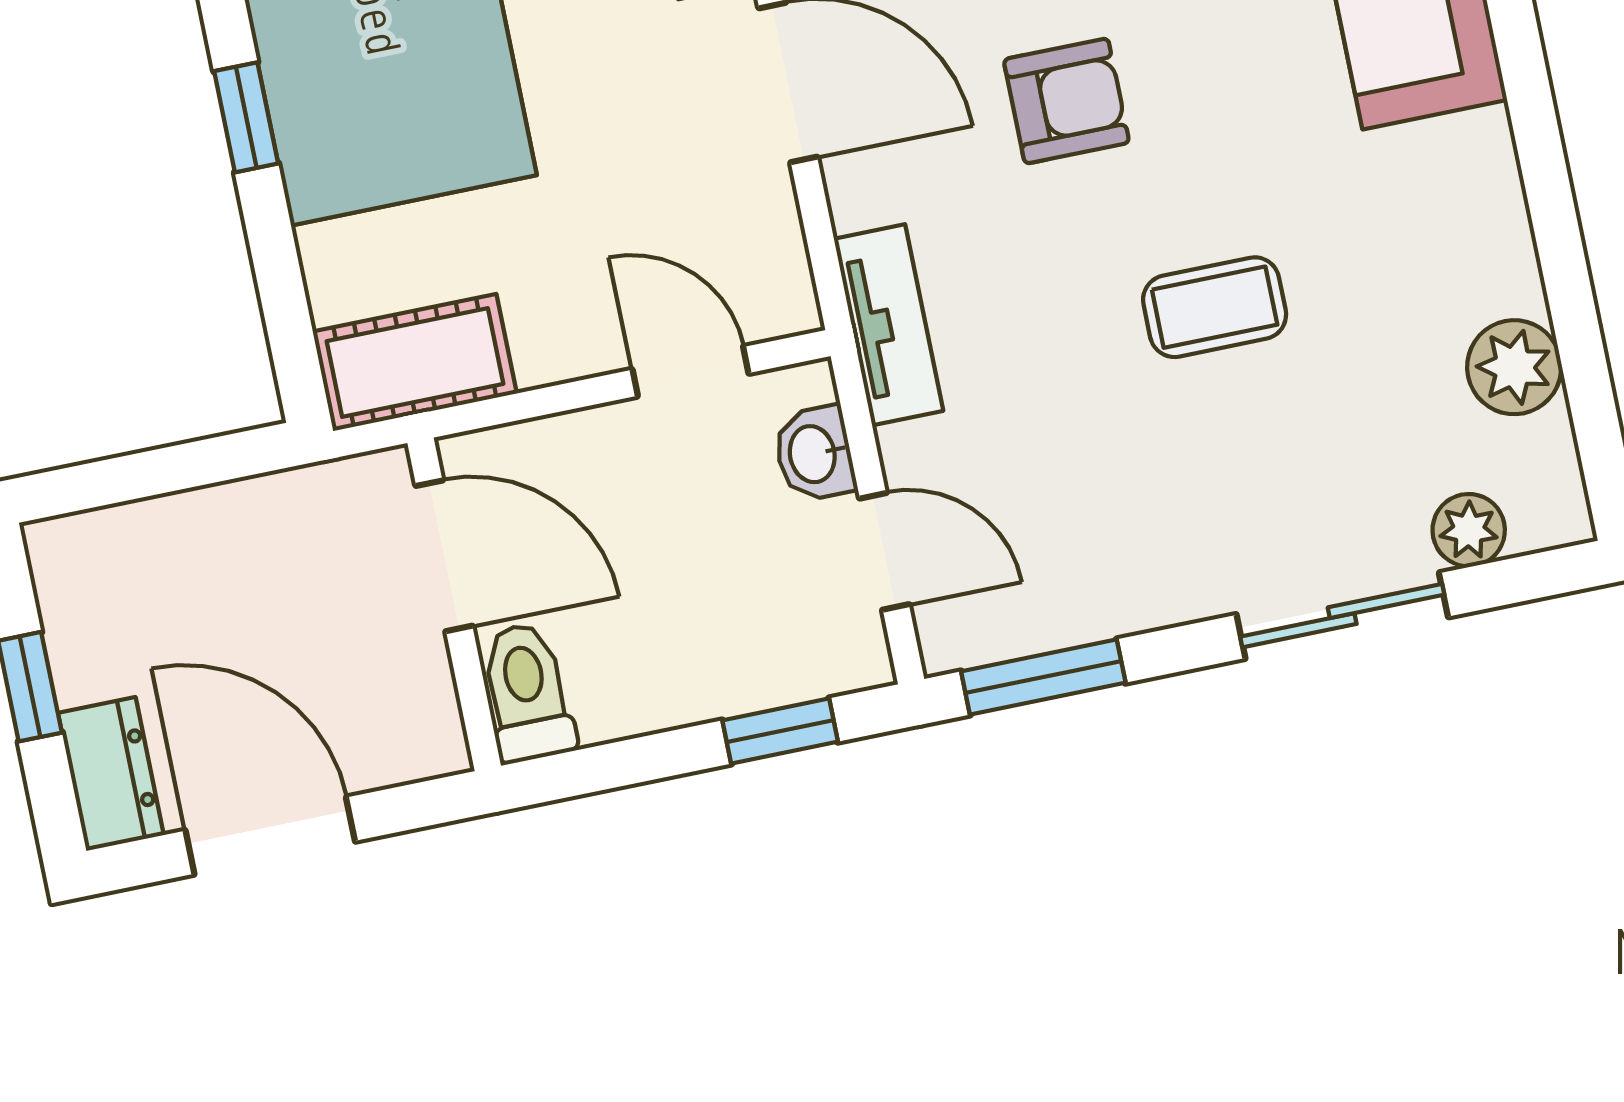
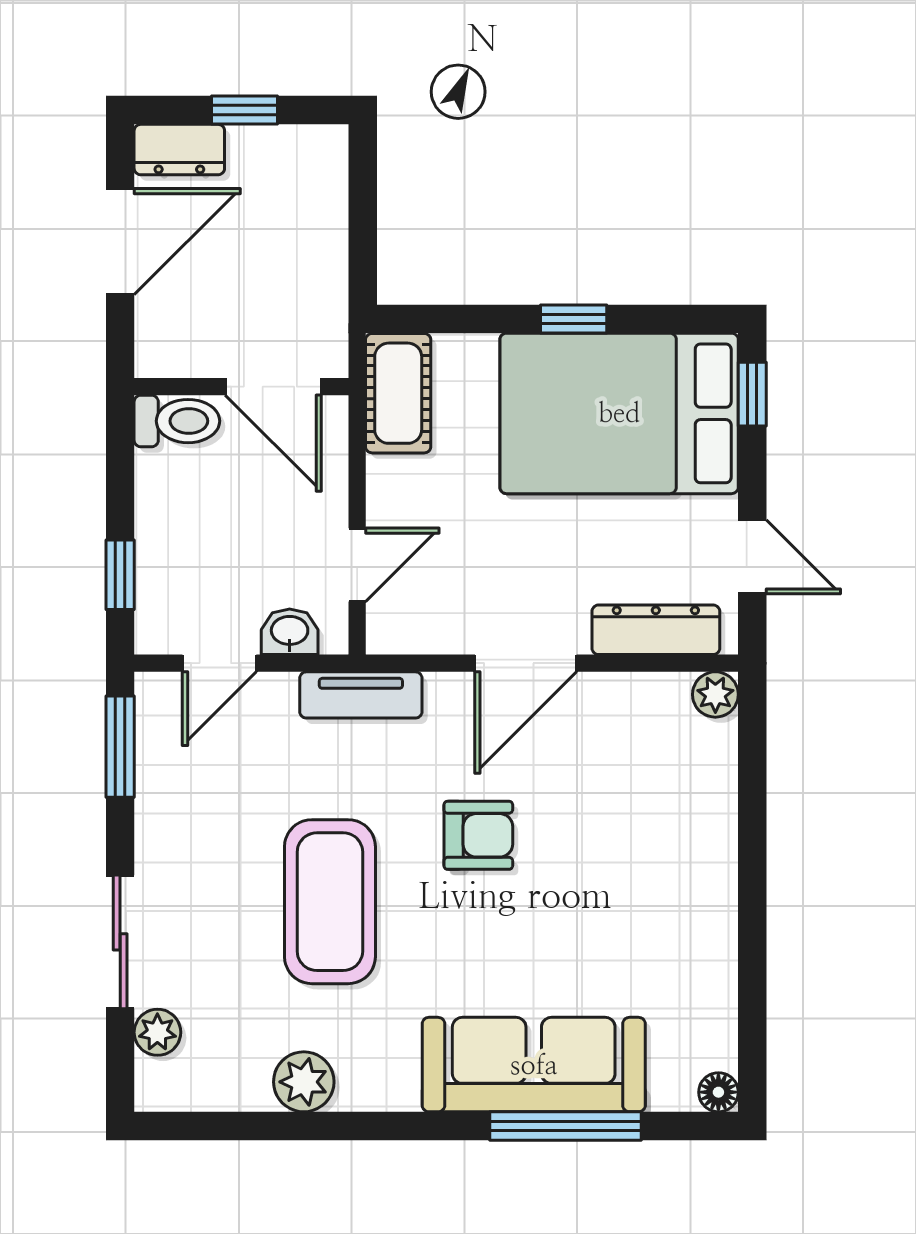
armchair: (1066, 101) -> (478, 835), turned -90
coffee table: (1215, 307) -> (330, 902), width x1.86, depth x1.72
plant: (1514, 367) -> (304, 1082), moved
door: (444, 556) -> (273, 387), hinge flipped

